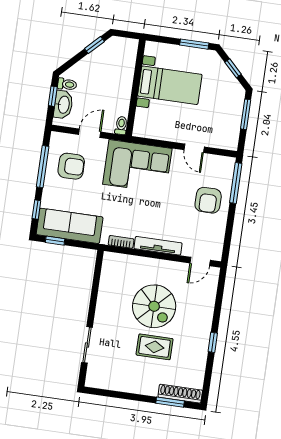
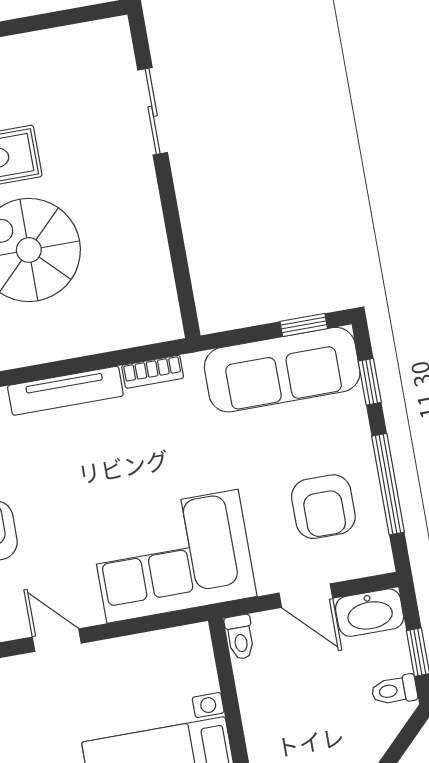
washbasin: (63, 105) -> (370, 613), moved, turned -90
door: (90, 133) -> (306, 596), hinge flipped
armchair: (71, 166) -> (323, 507), turned -90

